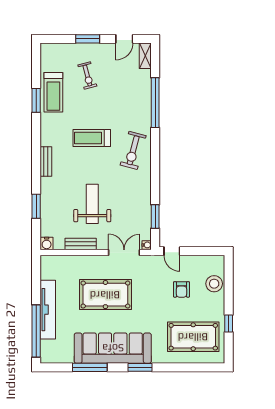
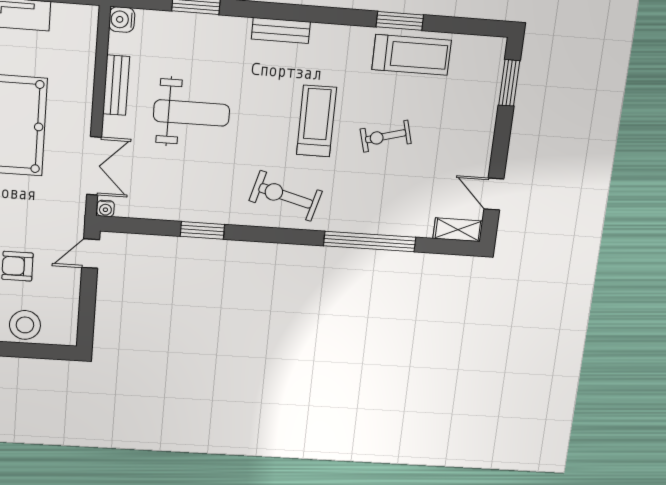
window: (88, 39) -> (509, 83), moved
exercise bike: (87, 76) -> (386, 136), moved
treadmill: (53, 92) -> (411, 55), turned 180
window: (155, 216) -> (202, 230), moved

